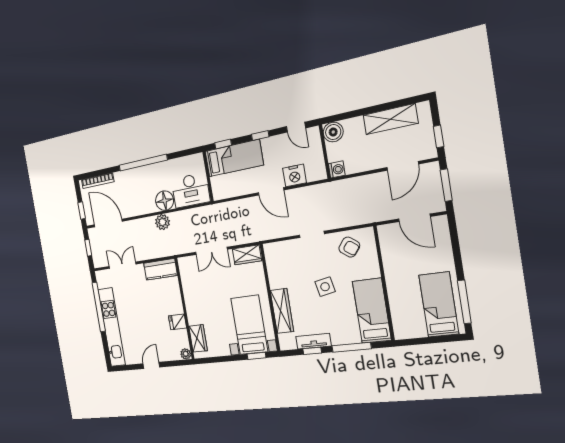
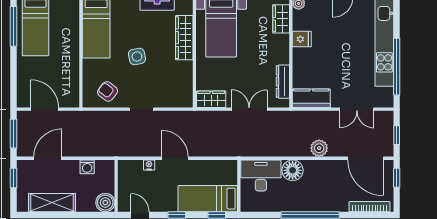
washing machine: (337, 170) -> (87, 167), moved, turned -90
nightstand: (294, 176) -> (149, 165), width x0.53, depth x0.56
plant: (162, 222) -> (319, 148), moved
dresser: (187, 281) -> (283, 82), added

